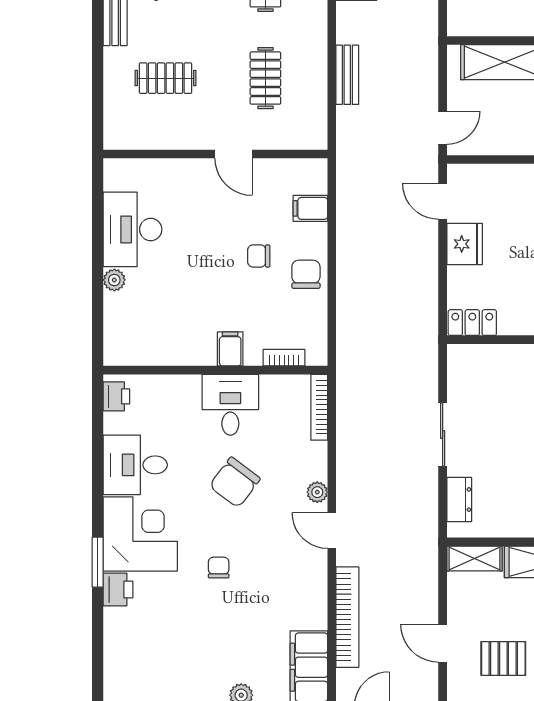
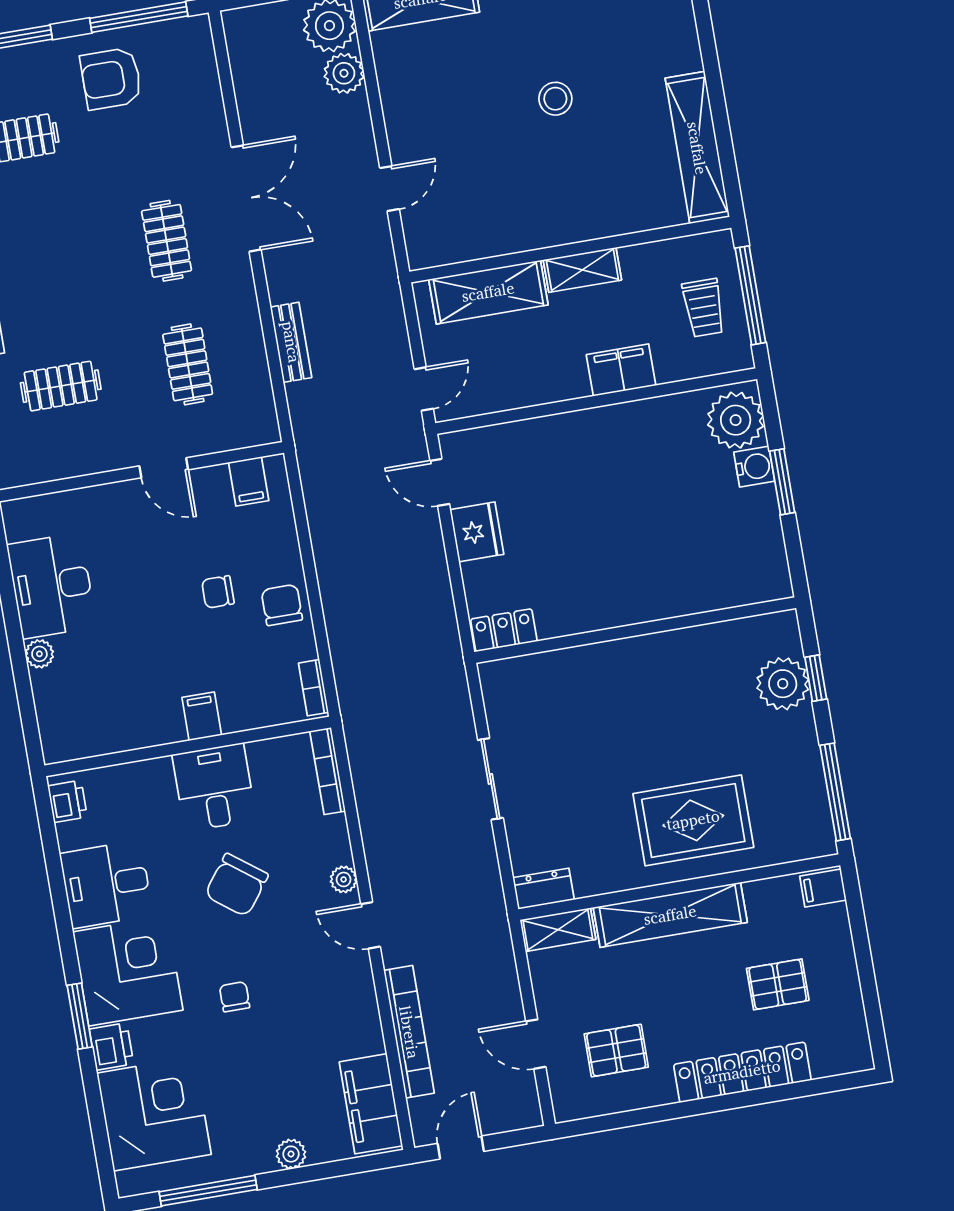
filing cabinet: (310, 208) -> (249, 481), moved, turned -90
bookcase: (284, 358) -> (313, 688), moved, turned -90
dresser: (459, 500) -> (544, 889), moved, turned -90
corner desk: (142, 646) -> (154, 1114), added

